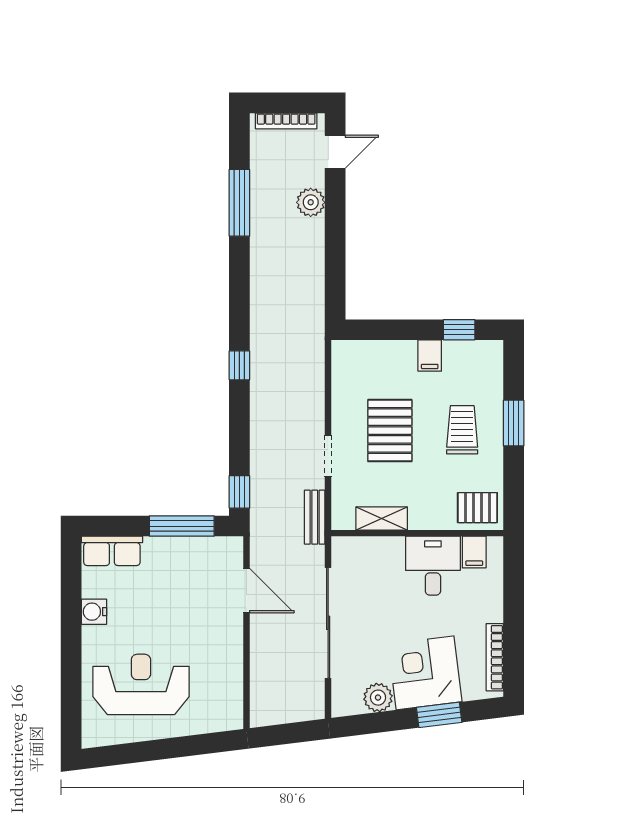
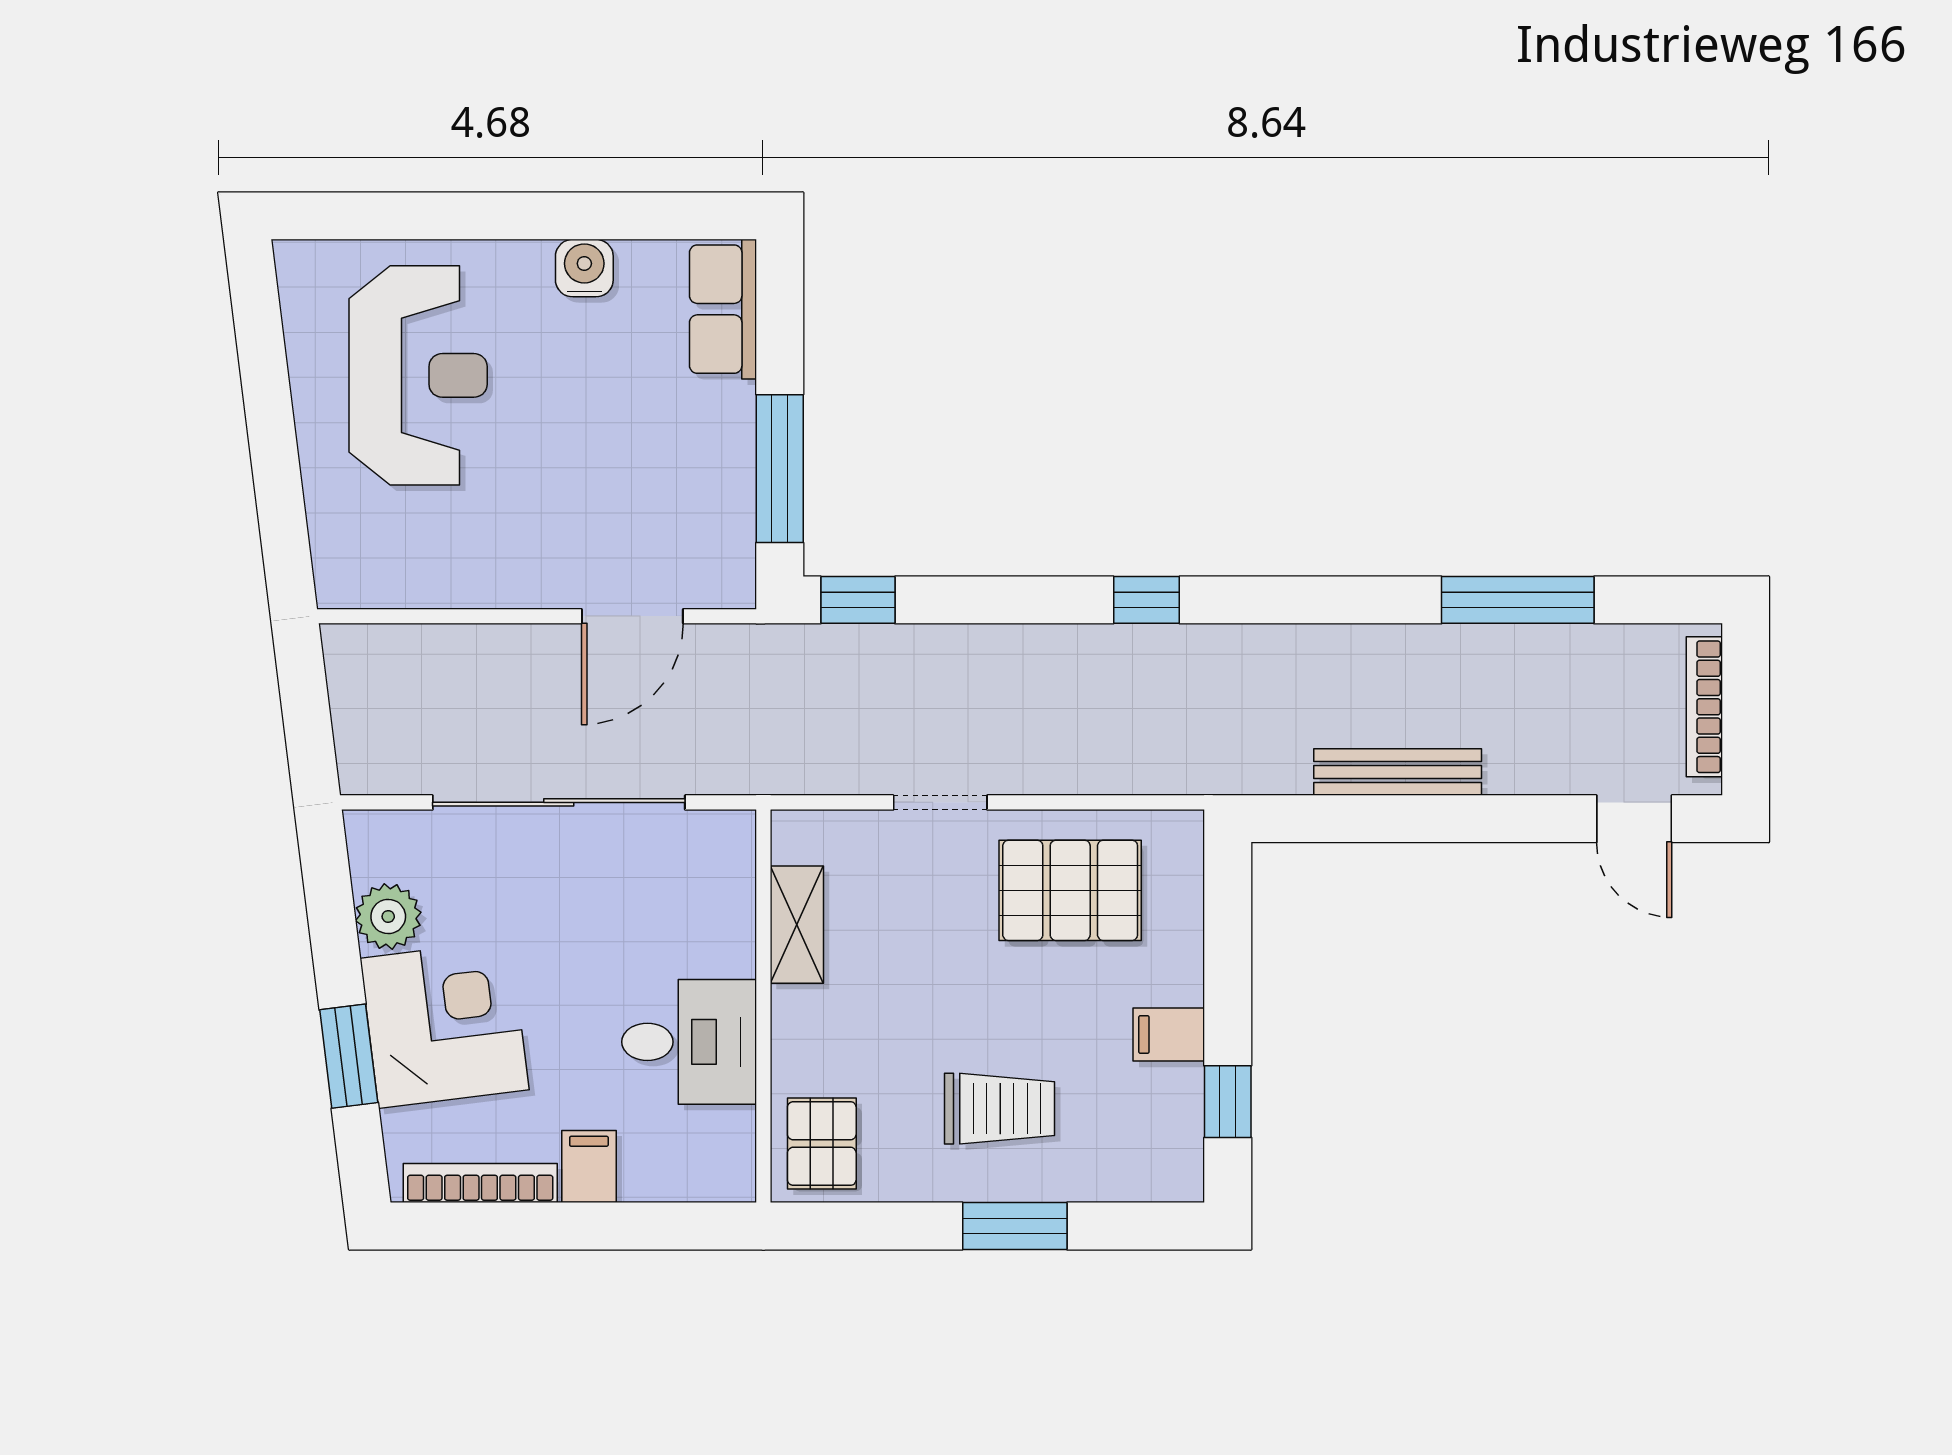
plant: (311, 202) -> (1519, 763), removed
pallet: (390, 431) -> (1070, 890), moved
bench: (315, 517) -> (1398, 772), moved, width x1.36
filing cabinet: (474, 552) -> (589, 1167), moved, turned 90

